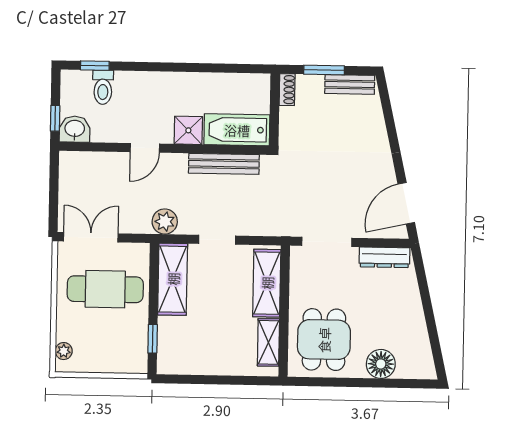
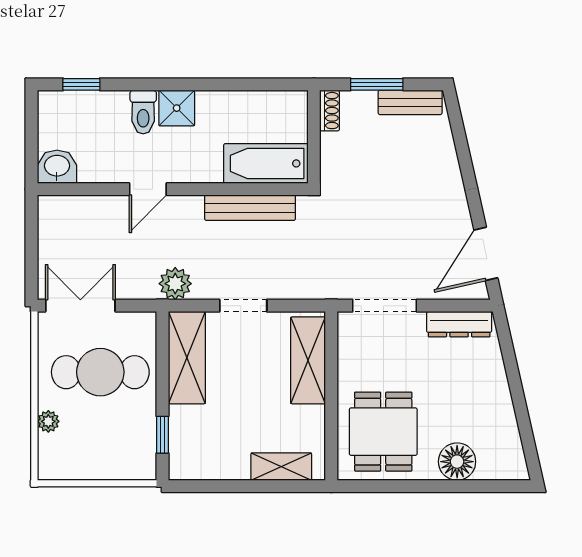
toilet: (103, 87) -> (143, 112), moved
window: (55, 118) -> (31, 153), removed
shower: (188, 130) -> (177, 108), moved
shelving: (268, 342) -> (281, 467), moved, turned 90
plant: (64, 351) -> (48, 421), moved

